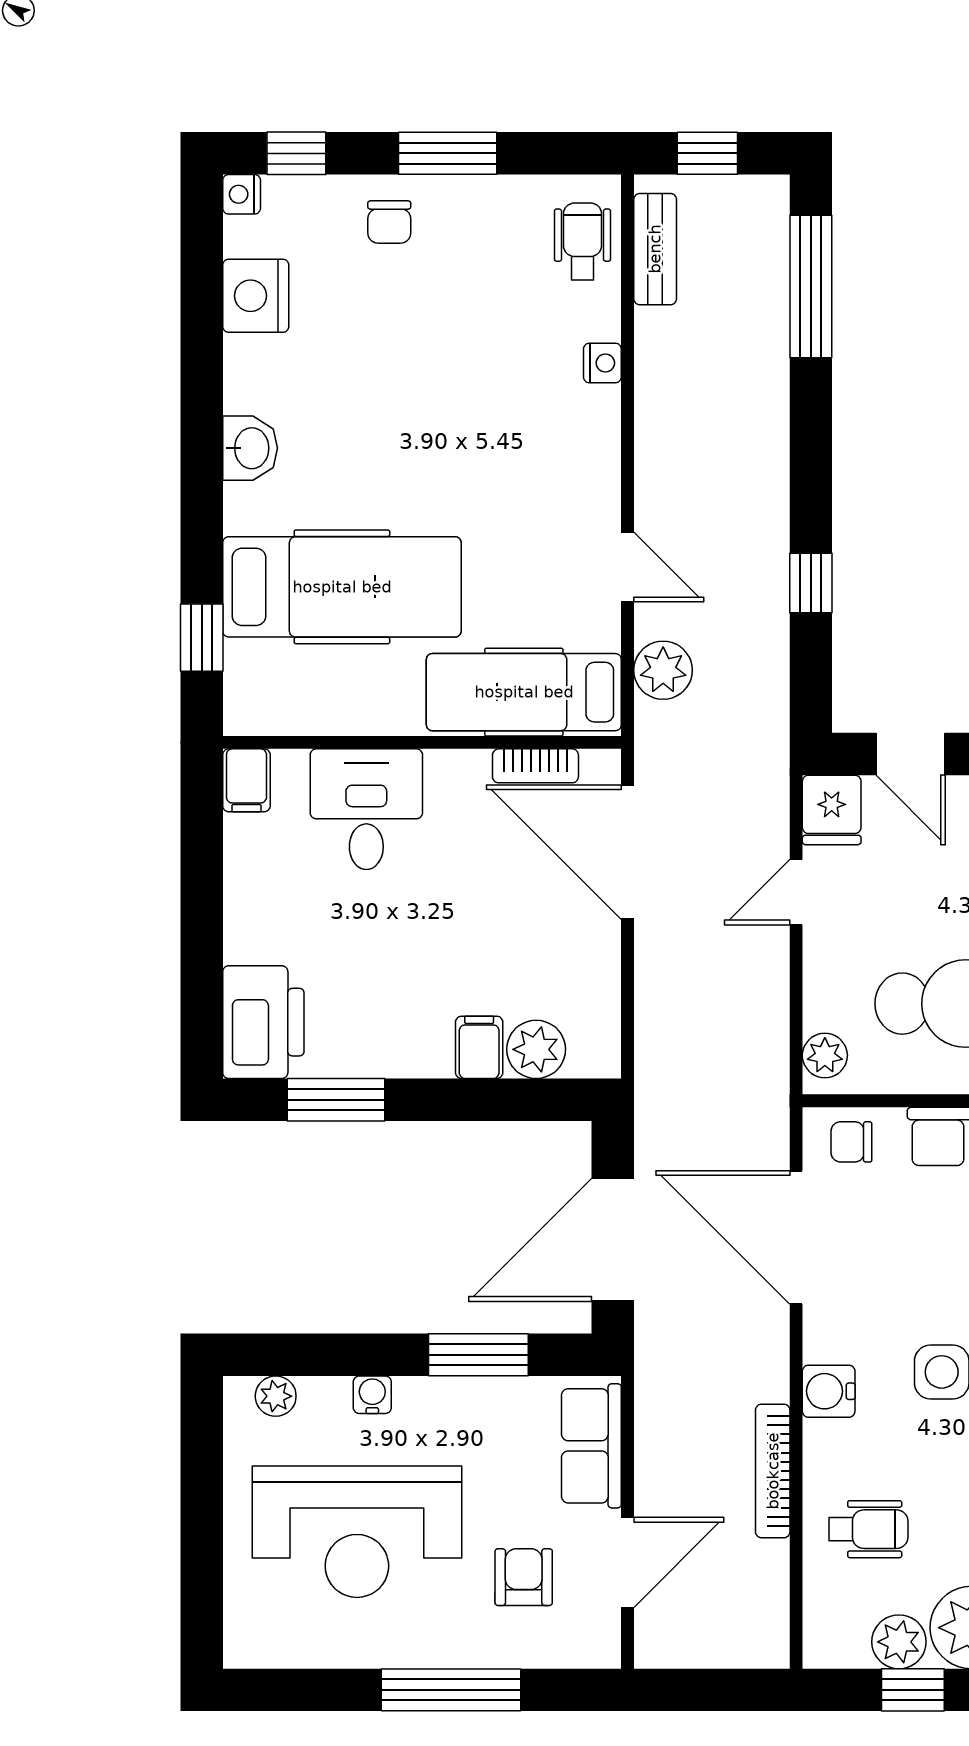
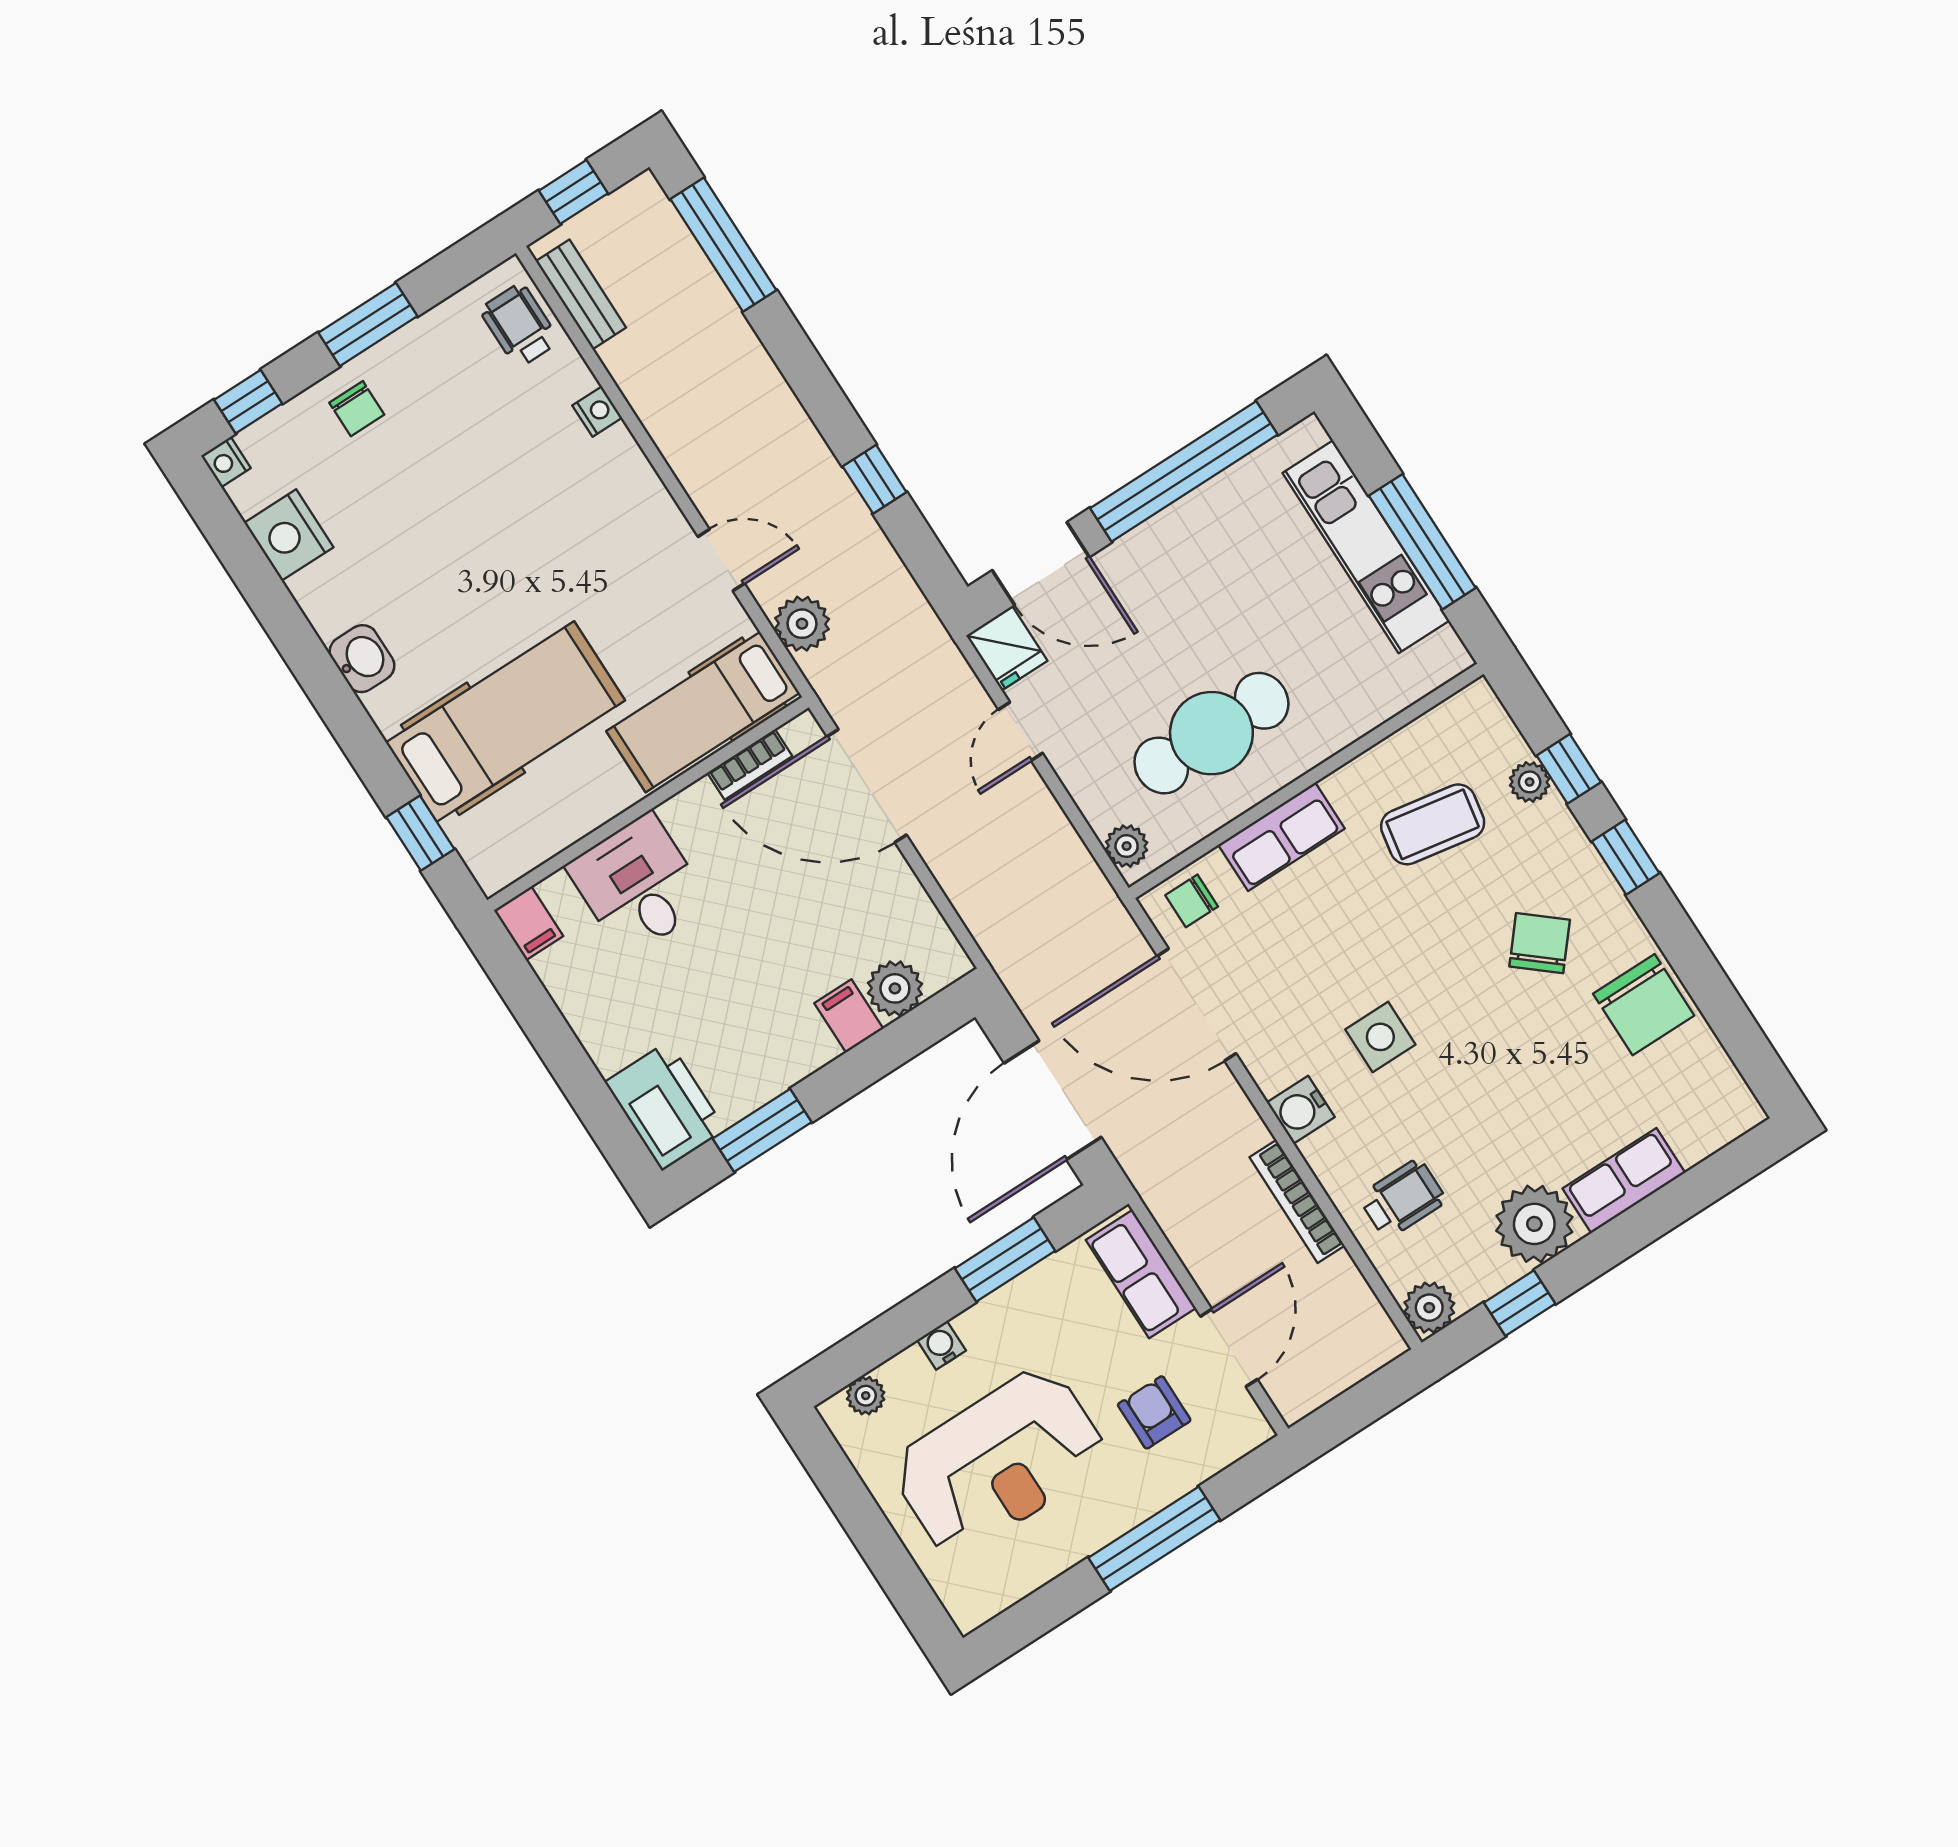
door: (911, 754) -> (1041, 564), width x1.38
plant: (899, 1642) -> (1429, 1308), moved

